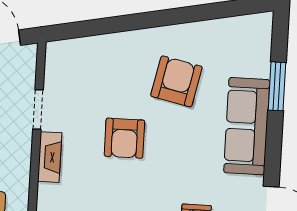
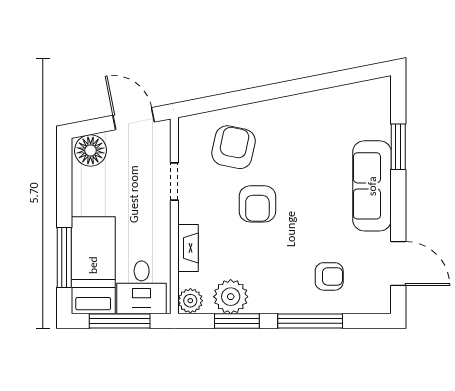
armchair: (176, 81) -> (234, 147), moved
fireplace: (50, 157) -> (188, 248), moved

